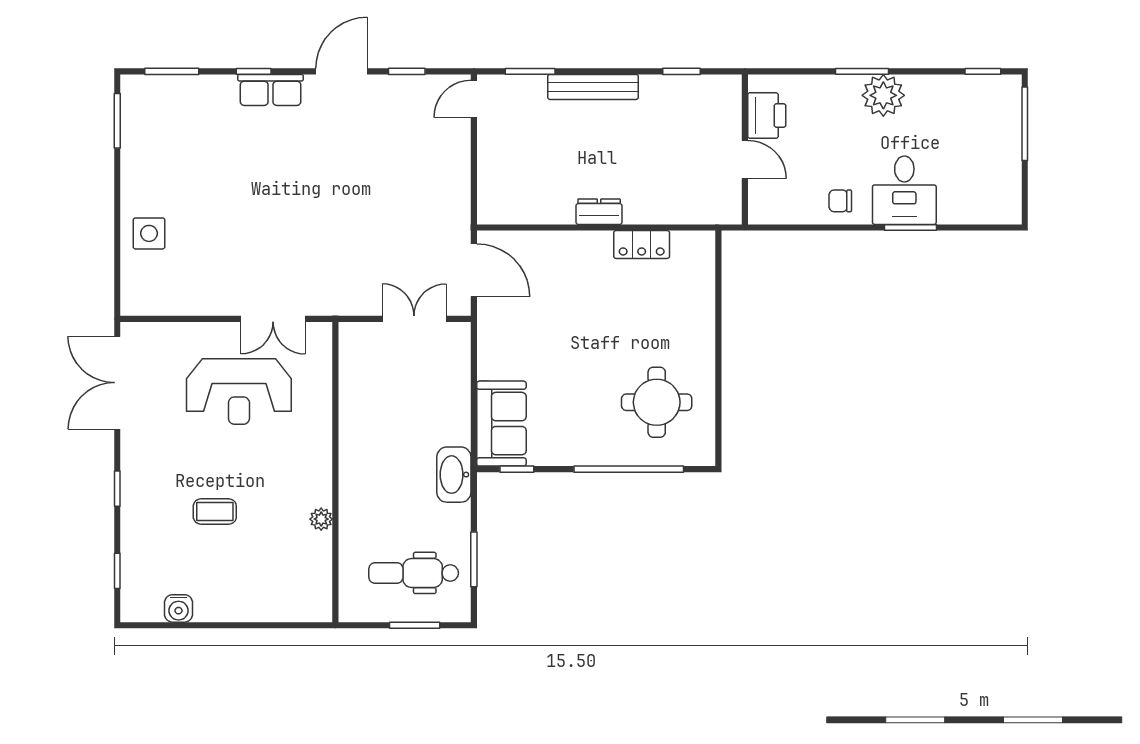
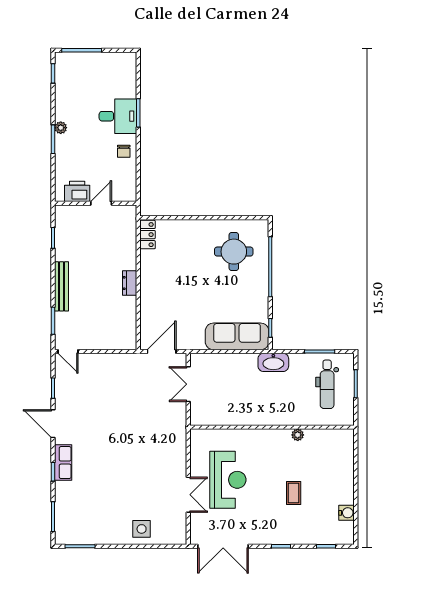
plant: (883, 95) -> (61, 128), width x0.53, depth x0.53
locker: (642, 244) -> (148, 235), moved
double door: (273, 319) -> (188, 495), moved
sofa: (501, 424) -> (237, 336), width x1.36

